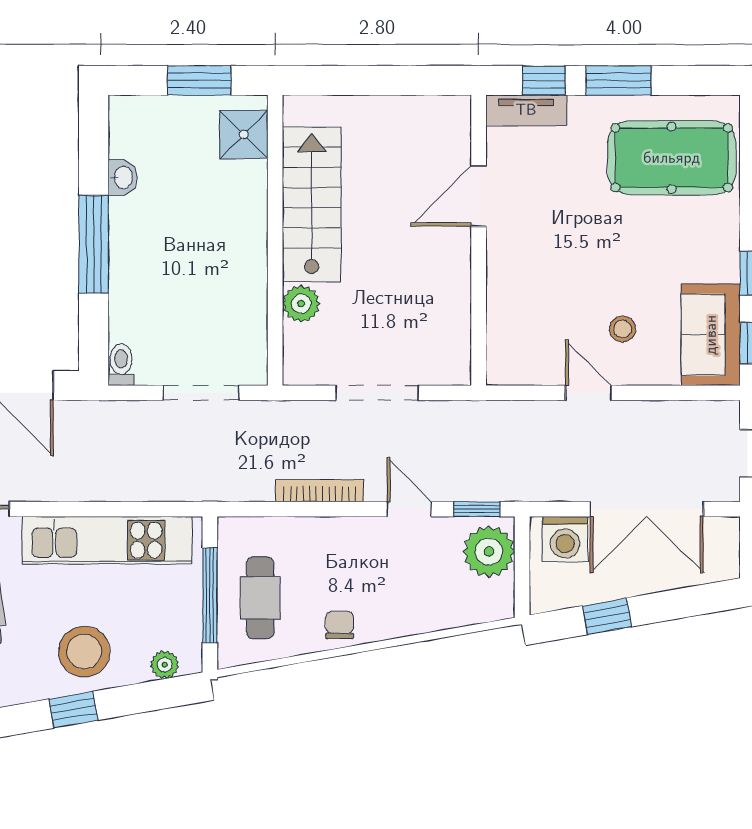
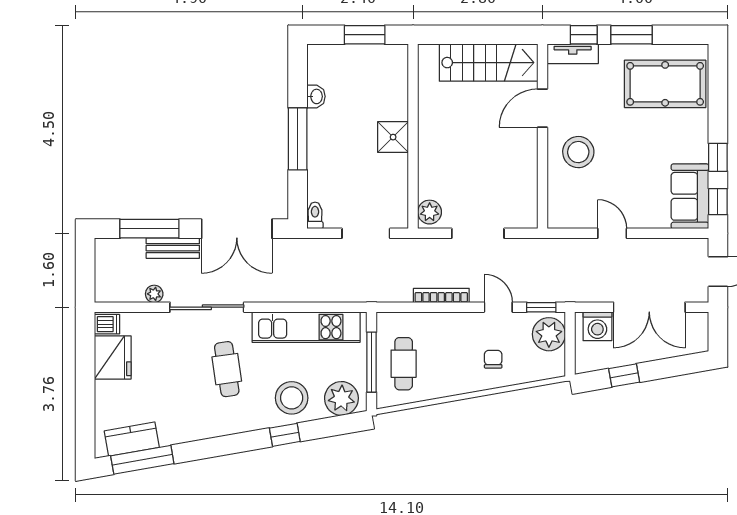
shower: (244, 134) -> (393, 137), moved
stairs: (312, 204) -> (489, 63), moved, turned 90
plant: (301, 304) -> (430, 212), moved
stool: (623, 329) -> (578, 152), moved, width x1.89, depth x1.89
chair: (340, 625) -> (493, 359), moved
plant: (165, 665) -> (341, 398), width x1.87, depth x1.87

